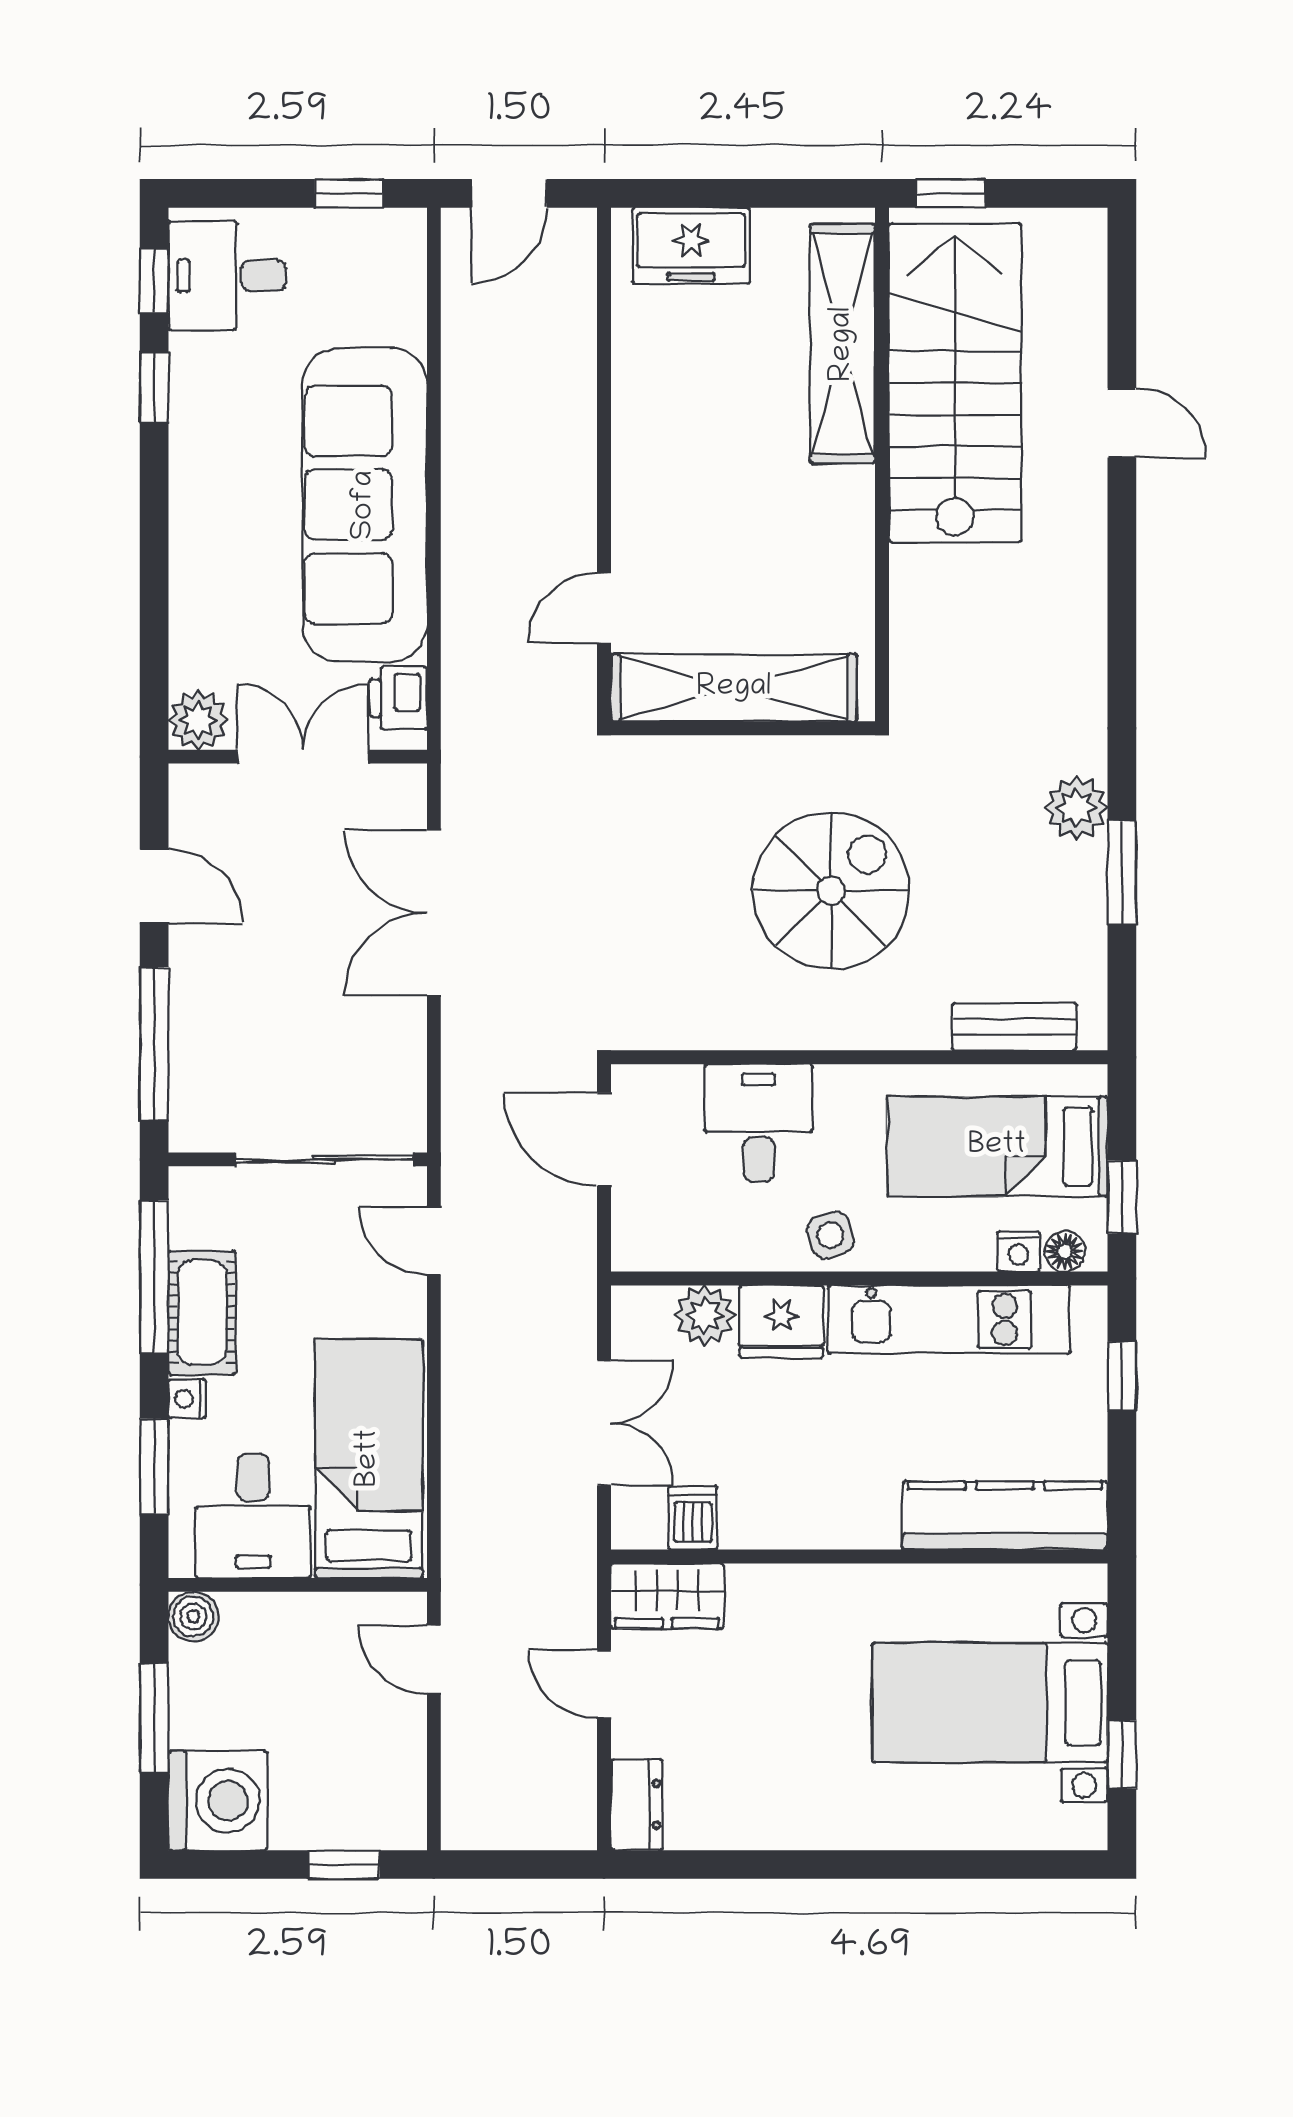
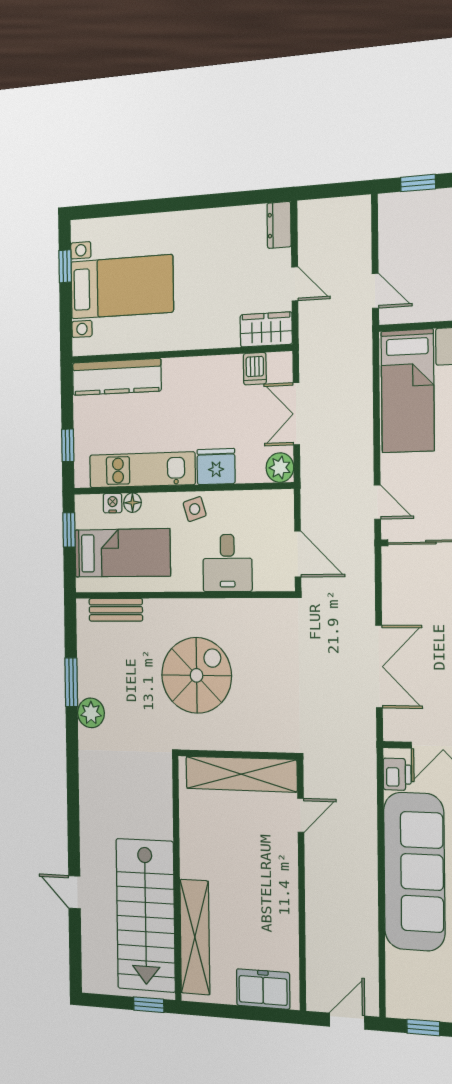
spiral stairs: (831, 891) -> (197, 675), turned 180
floor lamp: (1065, 1251) -> (132, 503), moved
plant: (705, 1315) -> (280, 468), moved

